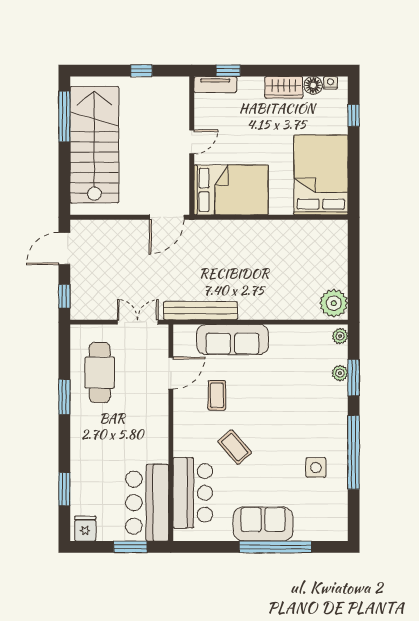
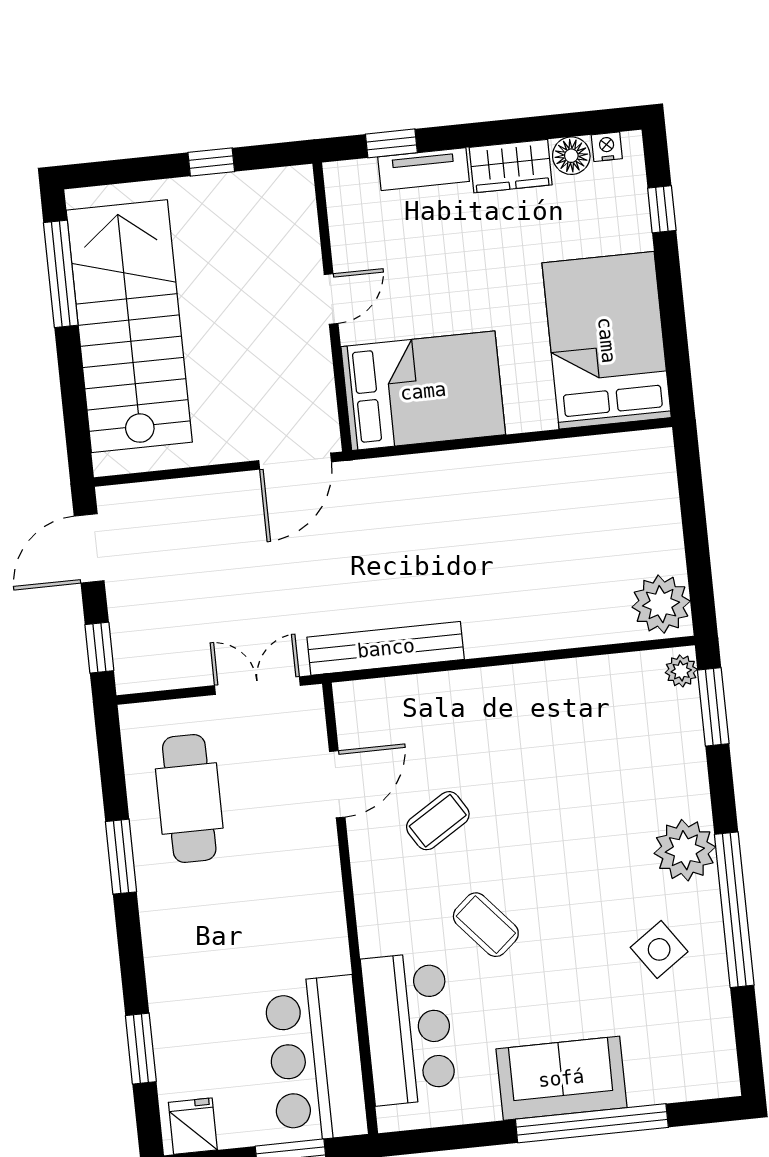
tv unit: (215, 85) -> (424, 169), moved
sofa: (233, 340) -> (458, 701), removed
plant: (340, 373) -> (685, 850), moved, width x1.88, depth x1.88
window: (354, 378) -> (713, 707), moved
coffee table: (217, 395) -> (438, 821), turned 58
side table: (316, 467) -> (659, 949), turned -35

